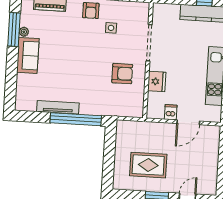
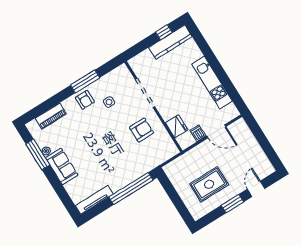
fridge: (157, 81) -> (177, 126), moved
tv unit: (58, 107) -> (94, 200), moved
door: (188, 122) -> (216, 131), hinge flipped

